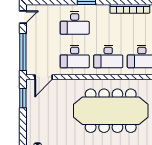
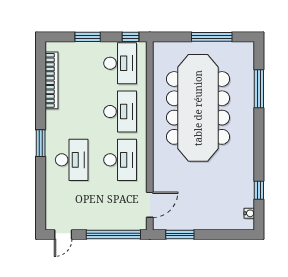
door: (23, 17) -> (63, 235), swing flipped
door: (44, 77) -> (150, 205), hinge flipped

